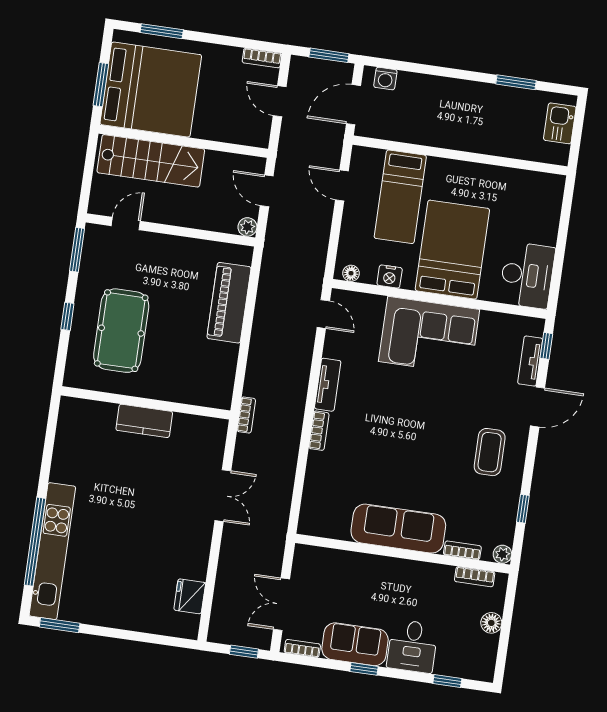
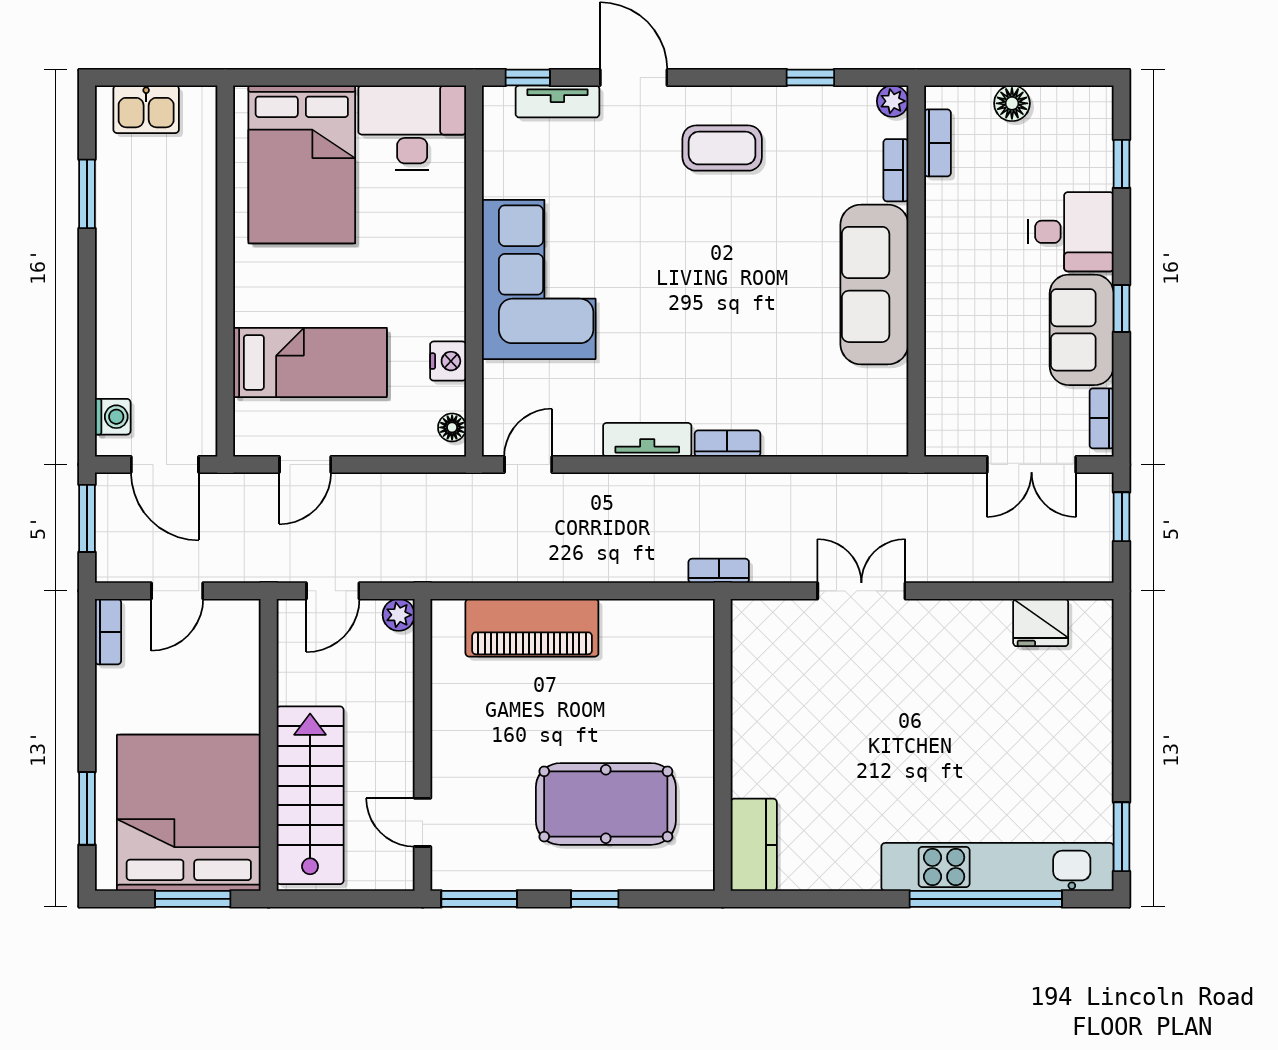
bed: (452, 250) -> (302, 164), moved, turned -90
kitchen counter: (144, 421) -> (754, 845), moved

